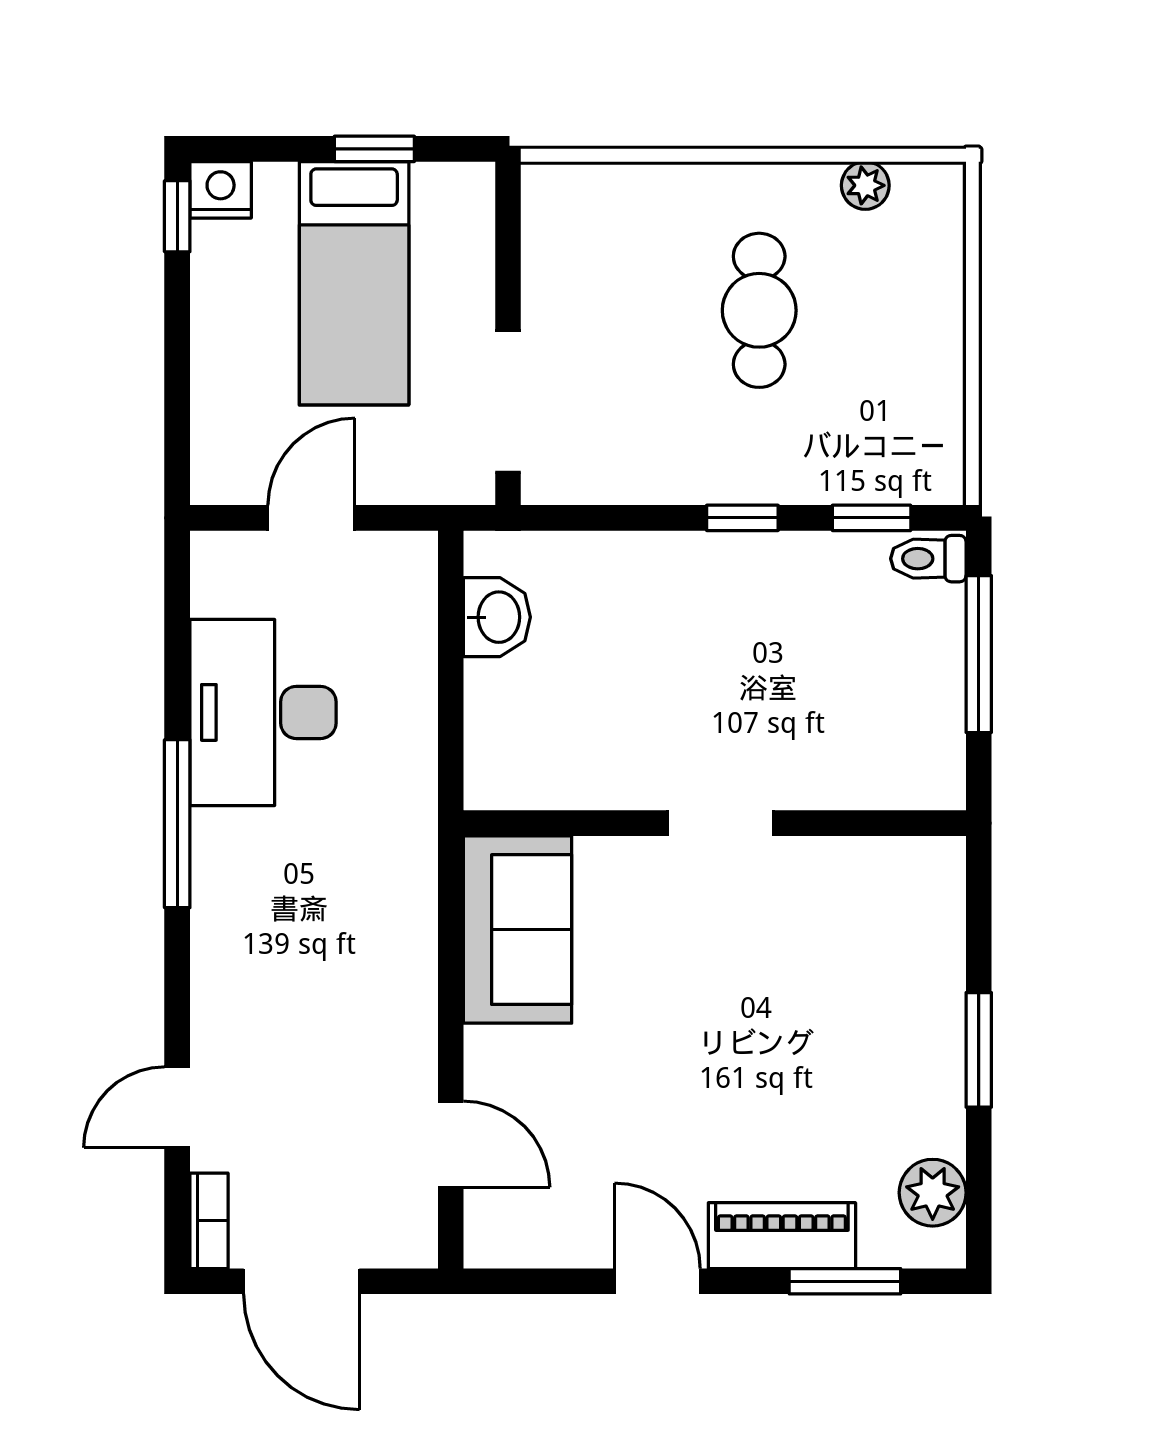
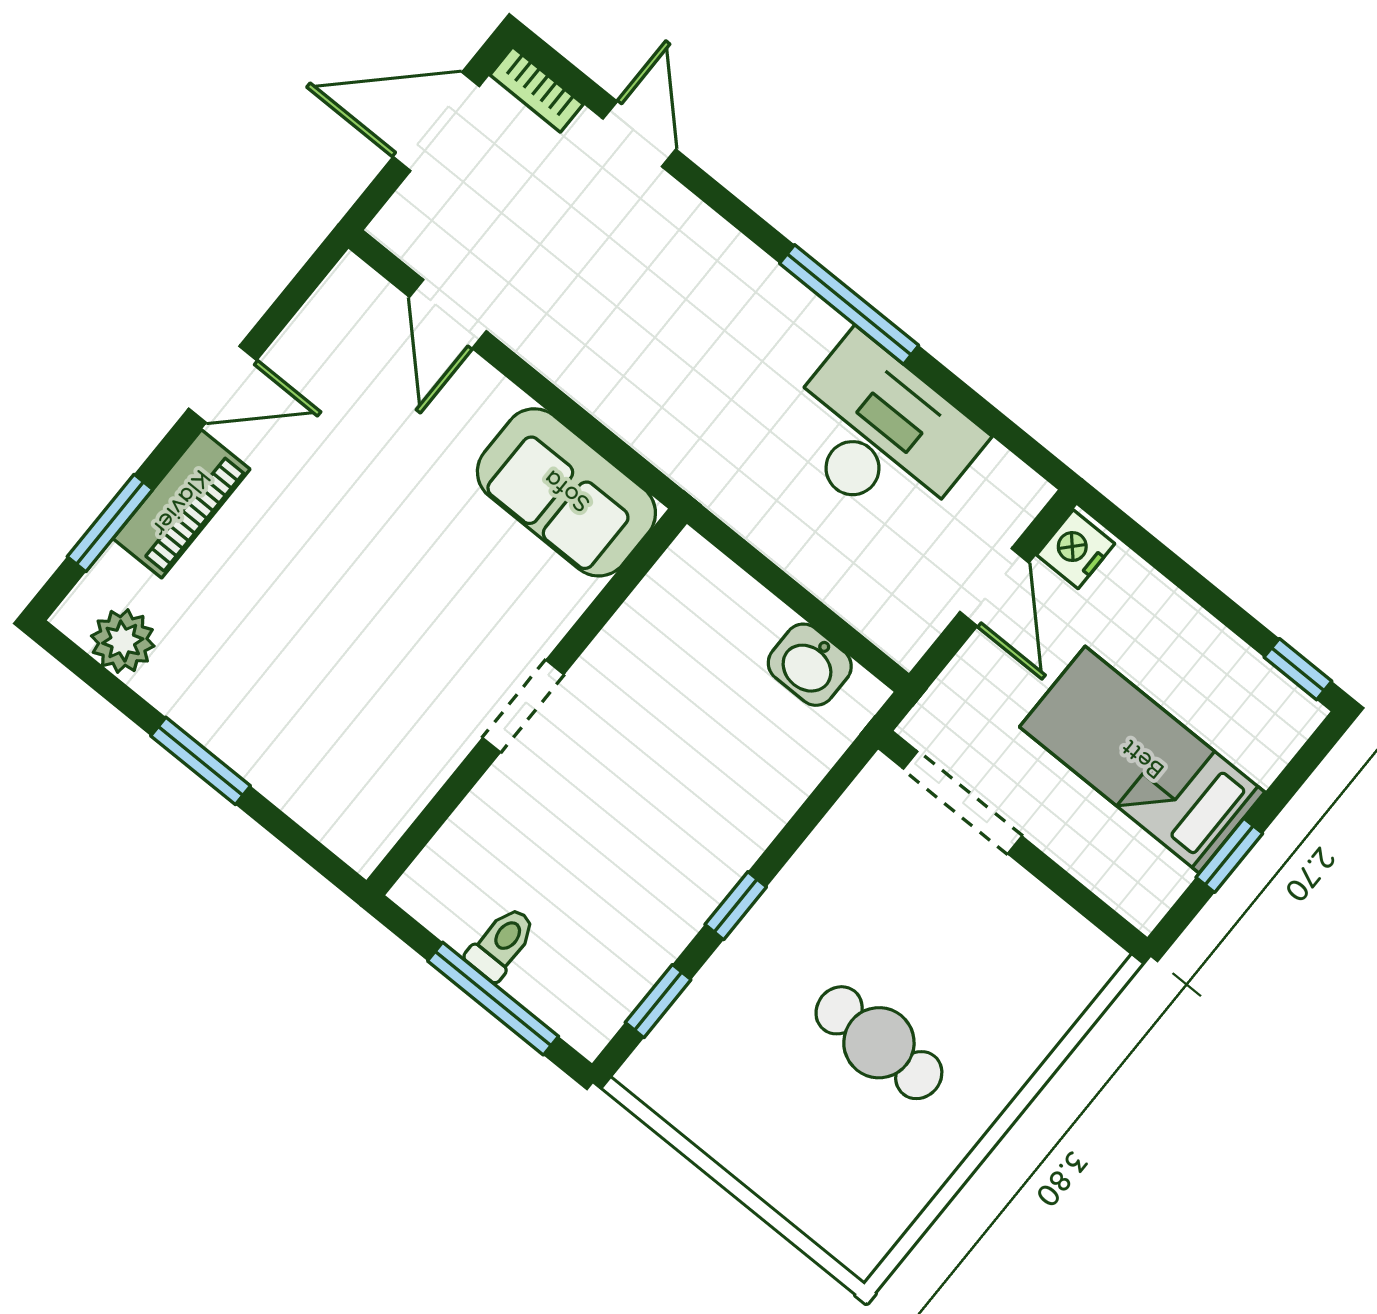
plant: (865, 185) -> (907, 1196), removed
nightstand: (221, 190) -> (1076, 549), moved, turned 180
toilet: (928, 559) -> (501, 943), moved
door: (451, 1144) -> (448, 314), hinge flipped

